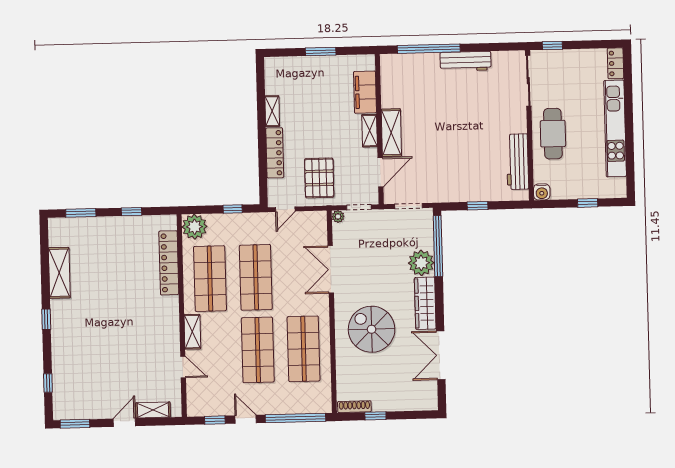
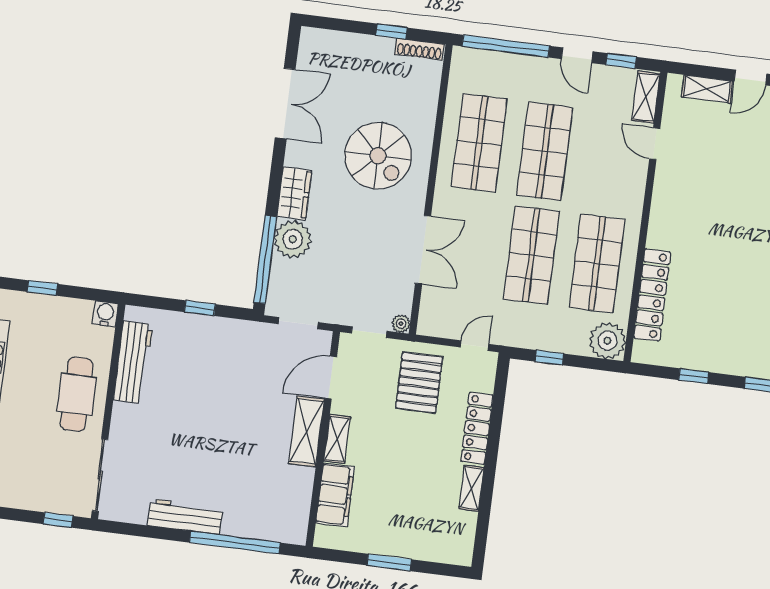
wardrobe: (425, 303) -> (294, 193), width x0.67
shelving: (192, 332) -> (646, 97), moved

